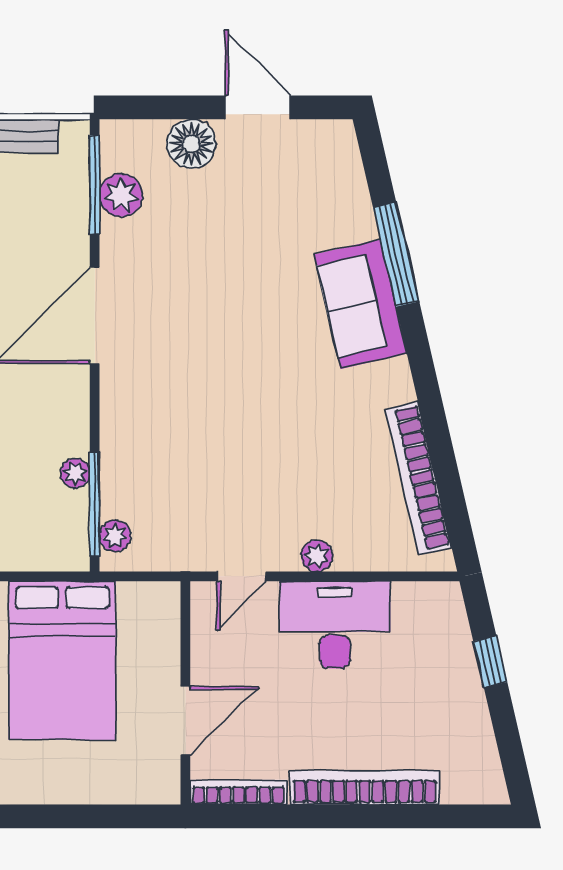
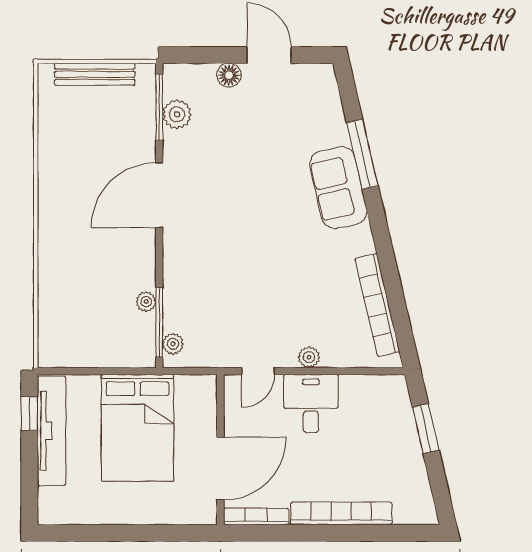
floor lamp: (191, 144) -> (229, 75), width x0.73, depth x0.73
desk: (335, 625) -> (311, 404), width x0.73
window: (490, 662) -> (426, 429), width x1.50
door: (185, 721) -> (220, 468), width x1.36

